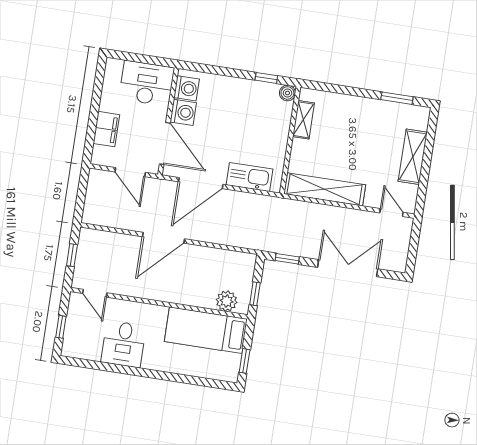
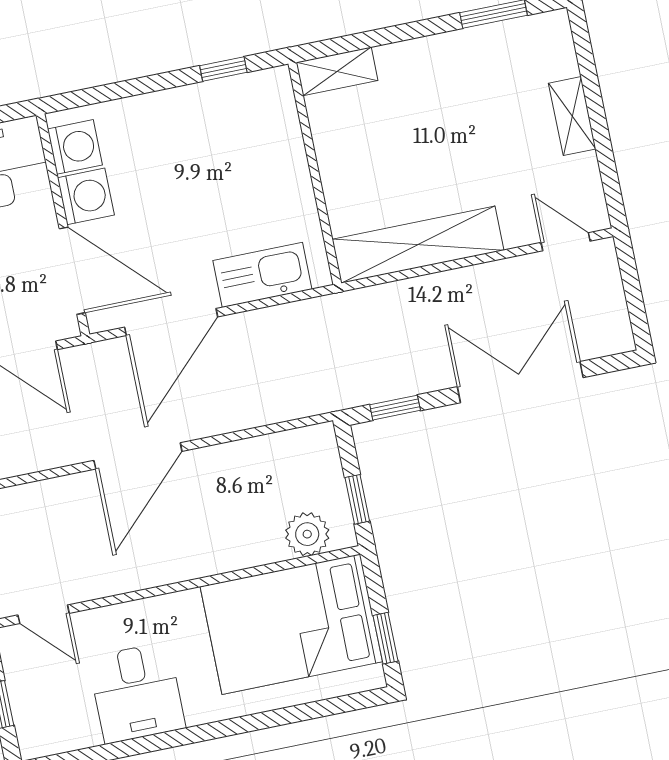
boiler: (287, 93) -> (276, 83), removed
shelving: (303, 120) -> (337, 71), moved, turned 90
shelving: (413, 157) -> (572, 116), width x0.67, depth x0.75
bed: (206, 330) -> (291, 624), width x1.50

